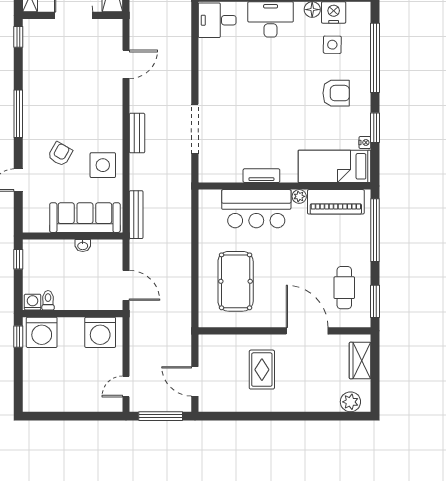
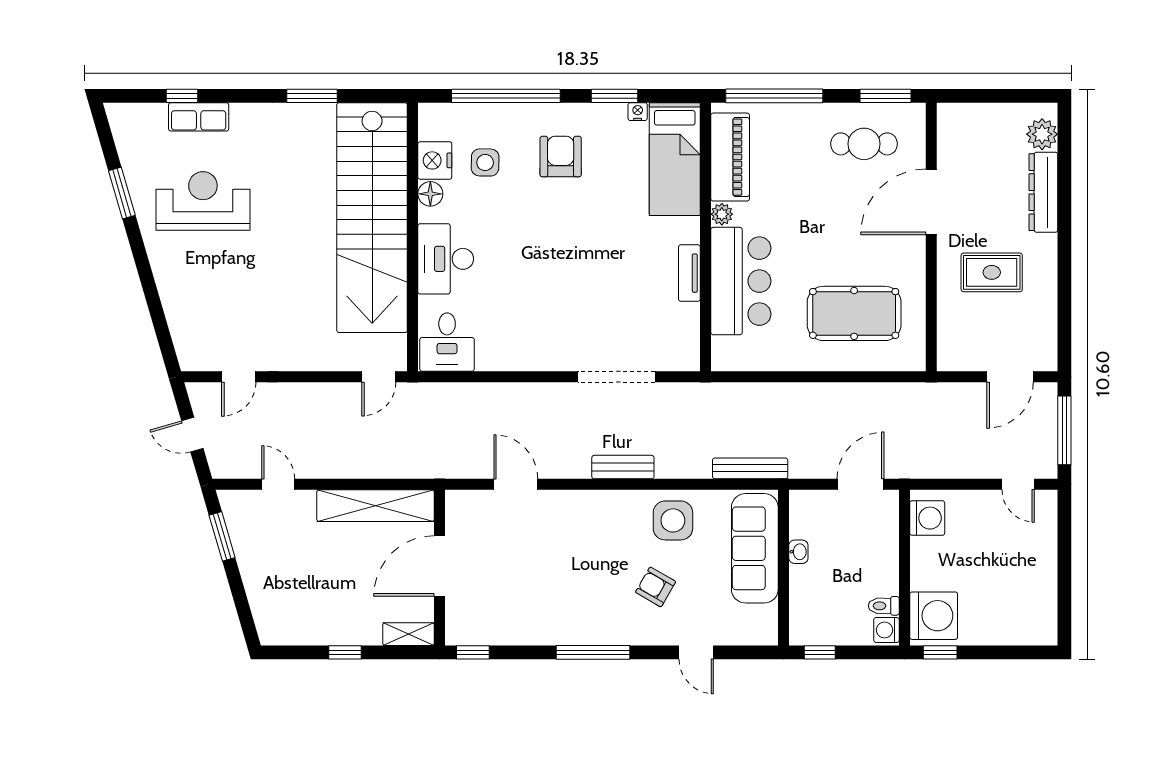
washing machine: (100, 332) -> (927, 518), width x0.73, depth x0.73
wardrobe: (360, 361) -> (978, 119), removed
dresser: (313, 403) -> (1043, 192), added

